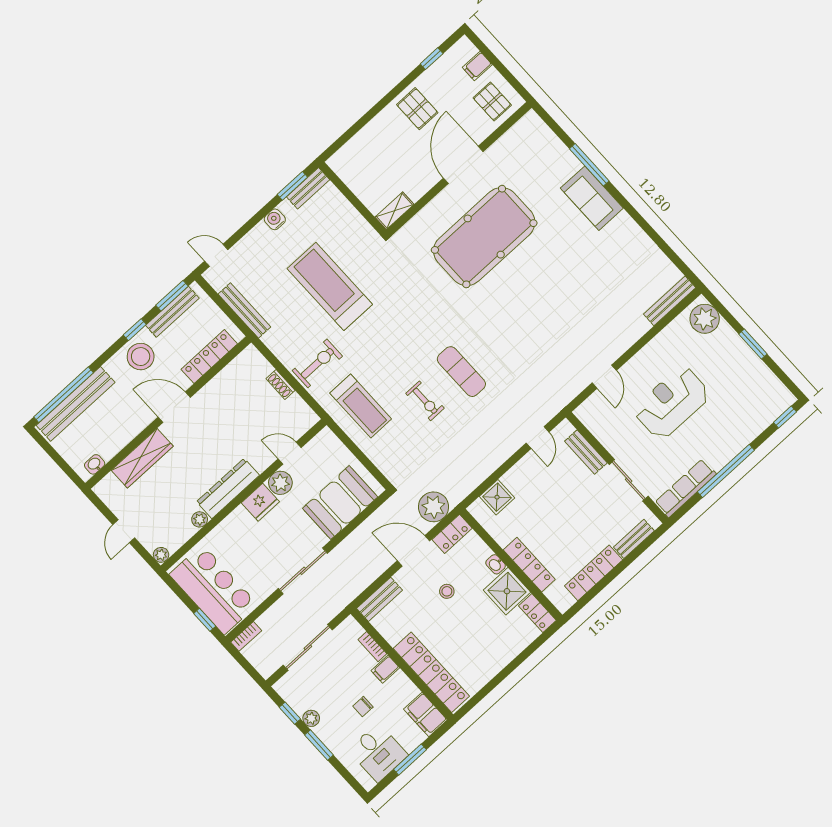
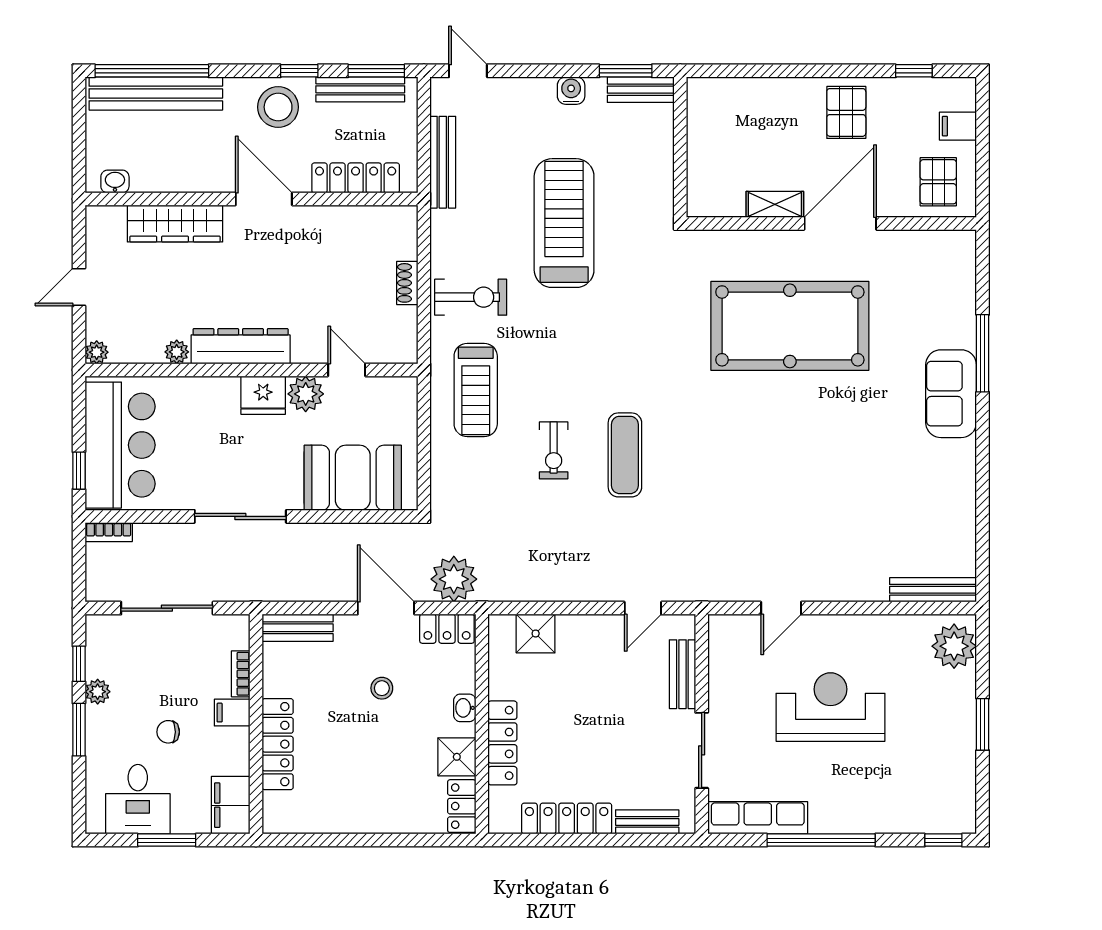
shelving: (395, 211) -> (775, 204), moved
shower: (507, 591) -> (457, 757), width x0.73, depth x0.73
locker: (431, 672) -> (278, 744), width x0.71, depth x0.83

